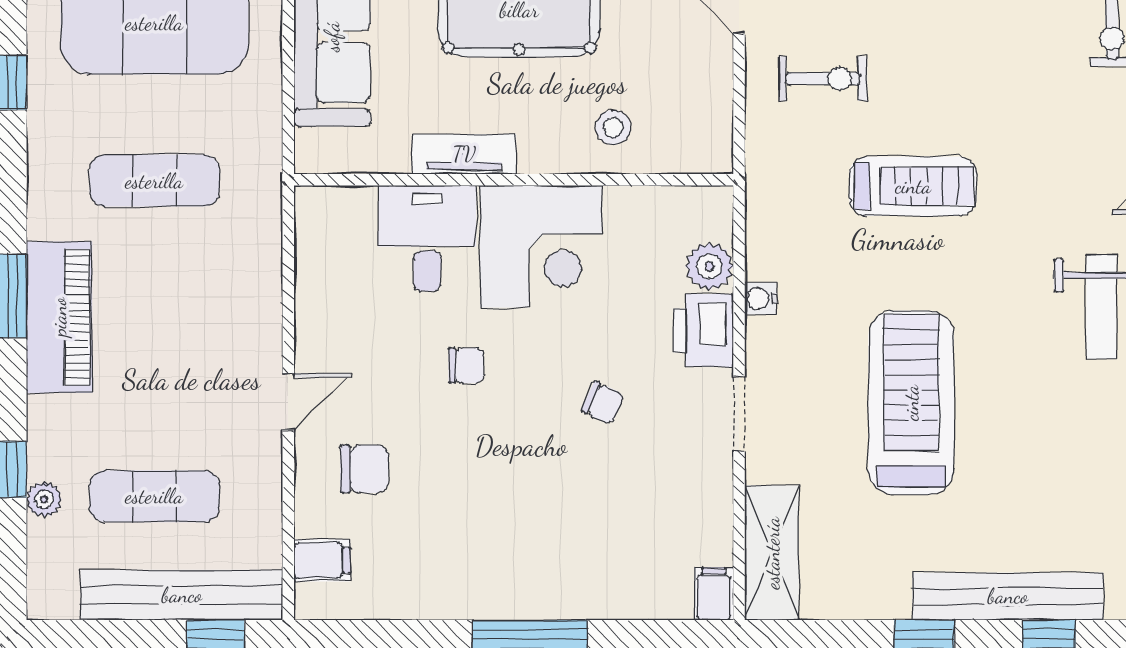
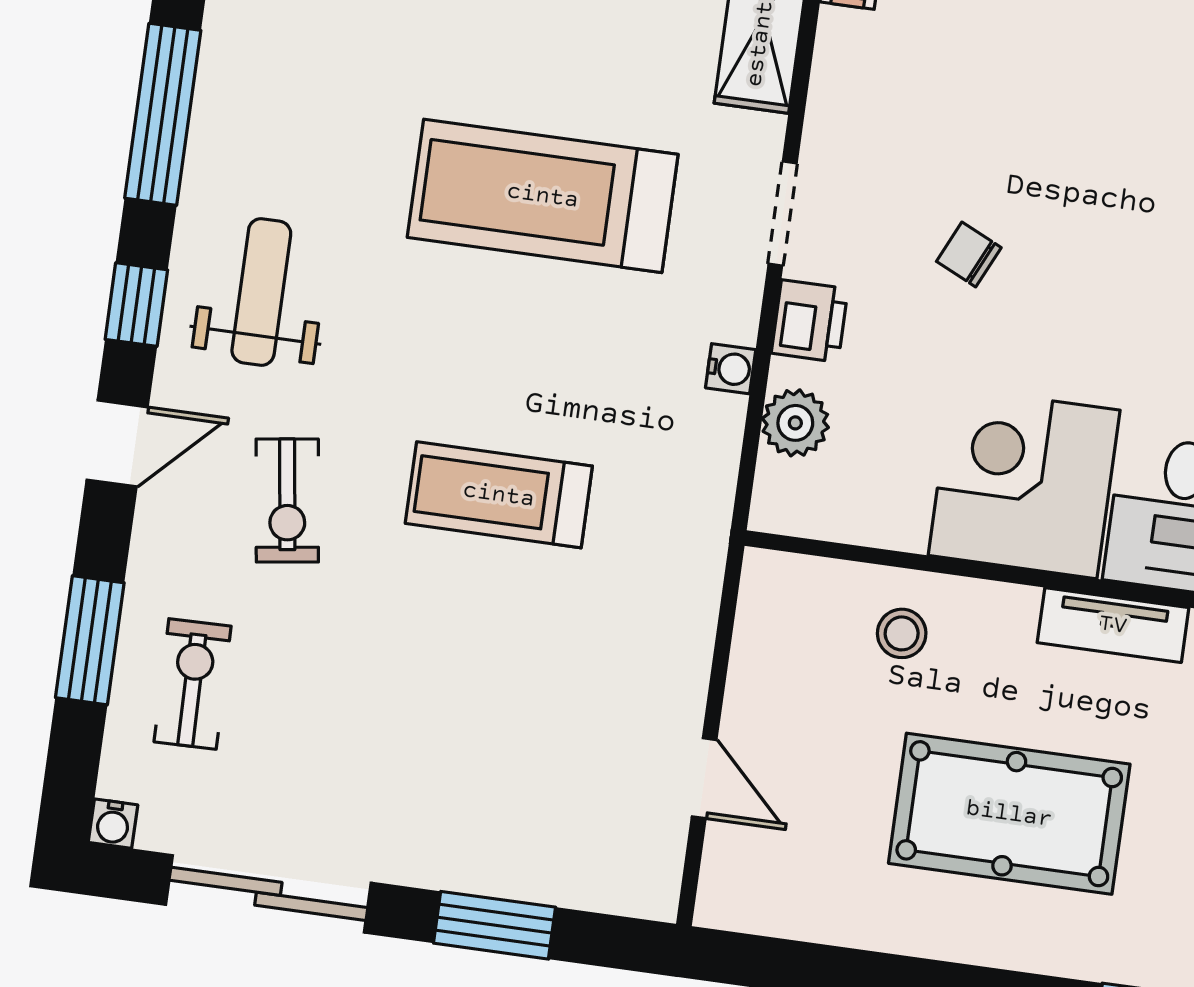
exercise bike: (823, 79) -> (287, 500), moved, turned -98
printer: (703, 330) -> (810, 321), width x0.73, depth x0.81
chair: (466, 366) -> (1151, 332), removed
treadmill: (911, 403) -> (543, 196), turned 90

